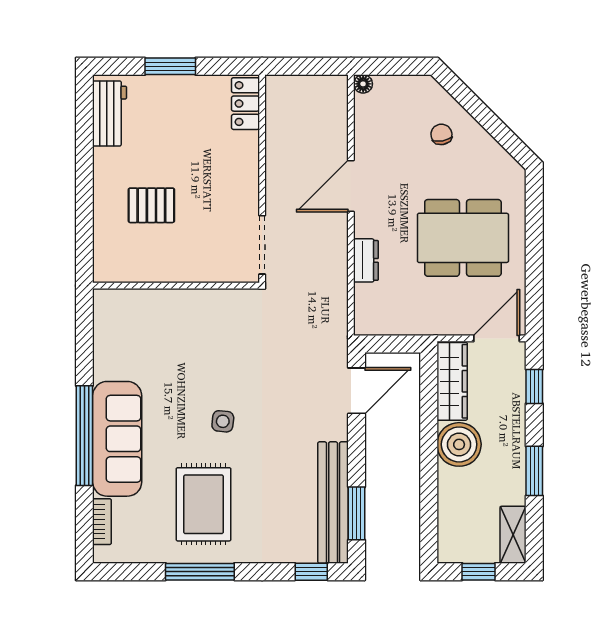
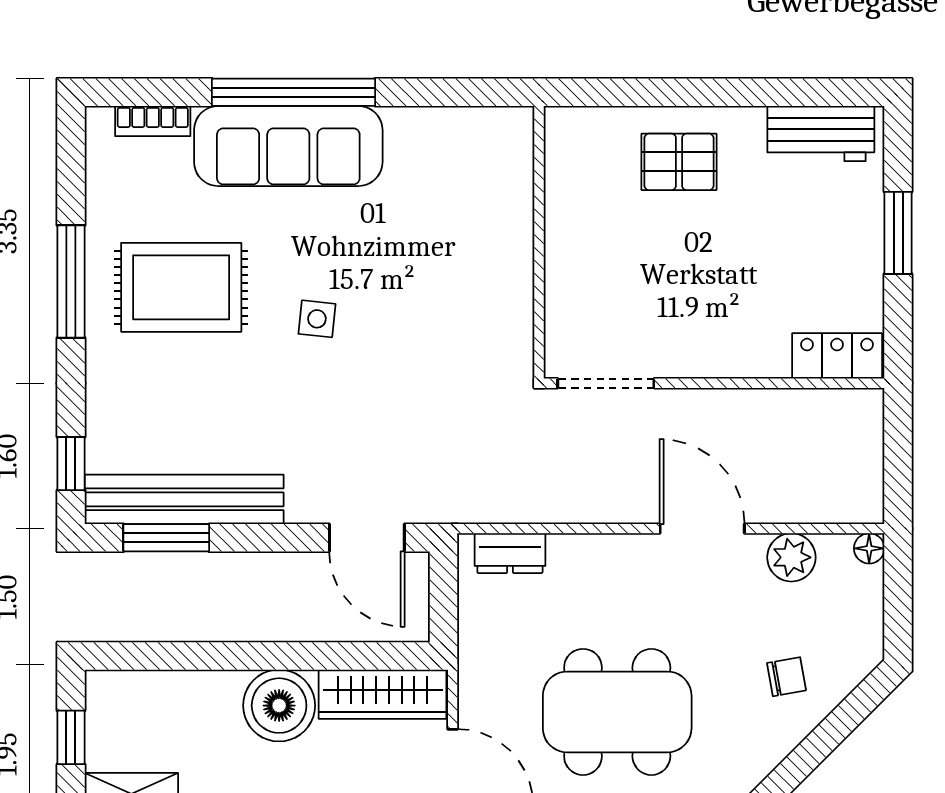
plant: (369, 131) -> (791, 557), added
pallet: (151, 205) -> (679, 162), moved, turned 90
dining table: (463, 238) -> (617, 712), turned 90
dresser: (366, 260) -> (510, 553), moved

